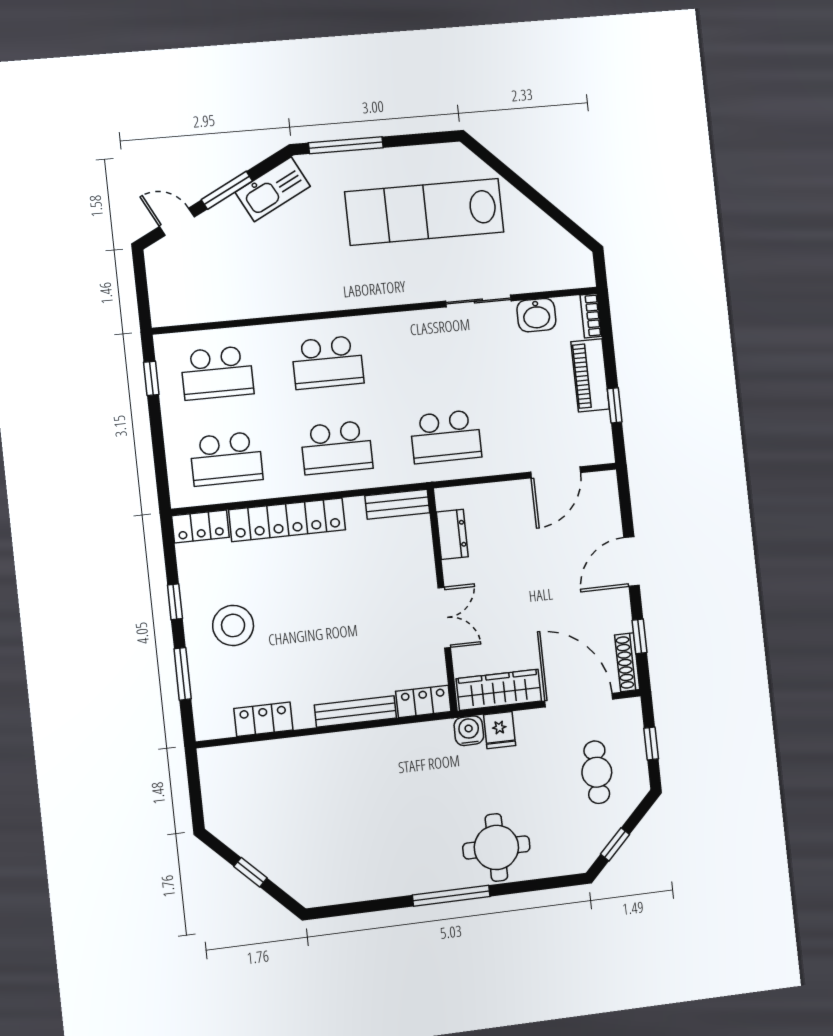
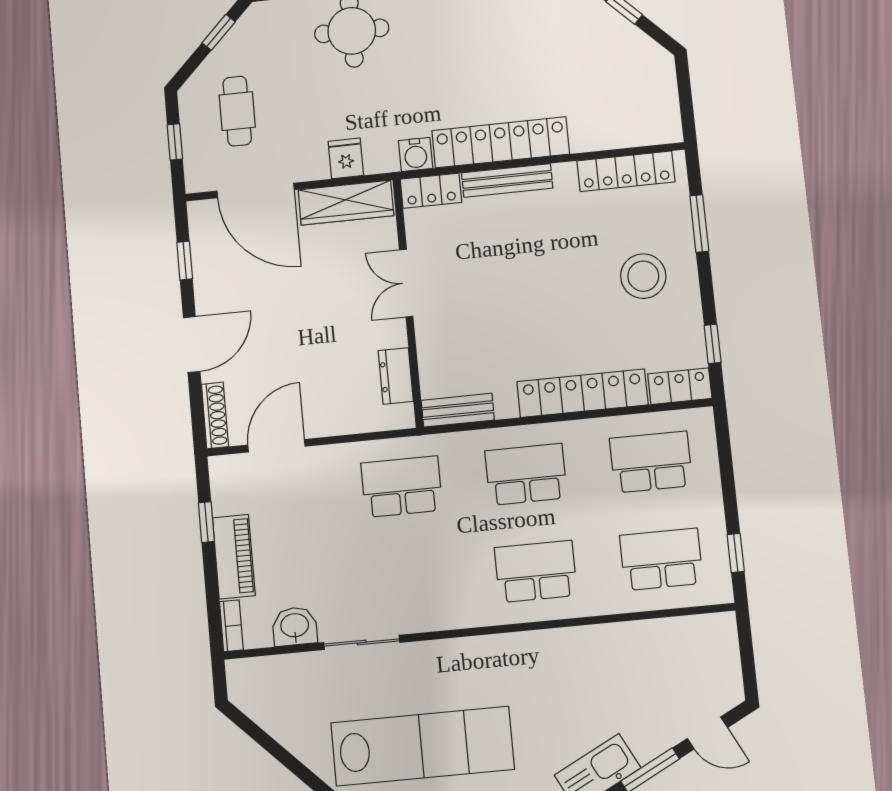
window: (175, 602) -> (713, 344), moved
shoe rack: (627, 662) -> (215, 415), moved
locker: (263, 719) -> (626, 171), width x1.53
water cooler: (469, 731) -> (416, 154), moved
locker: (362, 746) -> (501, 142), added

